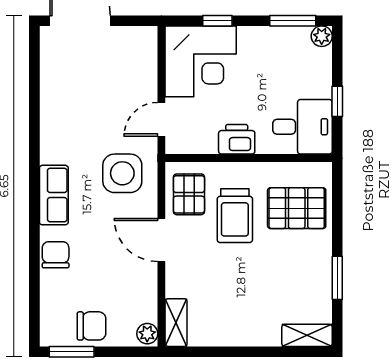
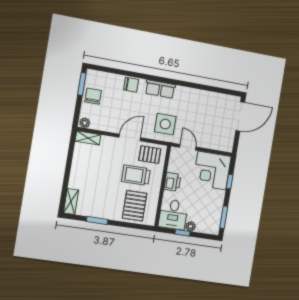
plant: (322, 36) -> (191, 226), moved
chair: (92, 326) -> (93, 96), turned 180

